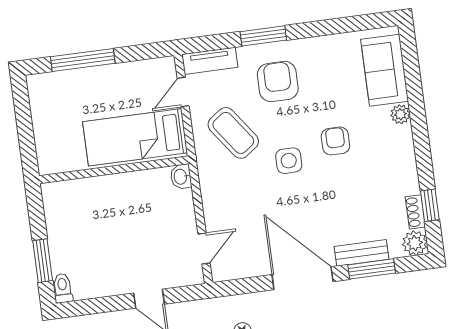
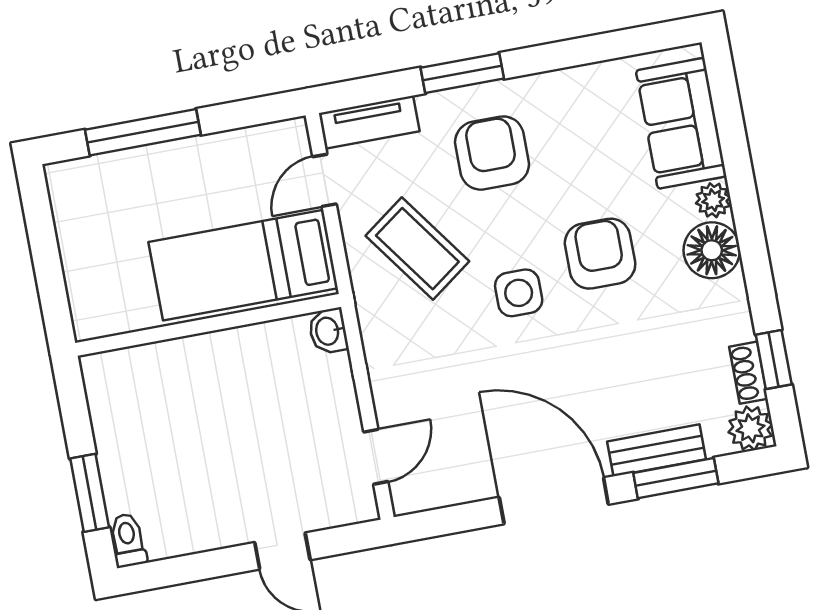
armchair: (335, 141) -> (600, 254), width x1.38, depth x1.38
floor lamp: (398, 142) -> (712, 250), added

